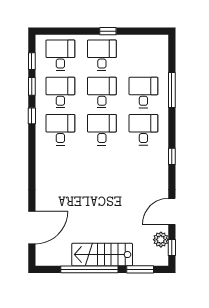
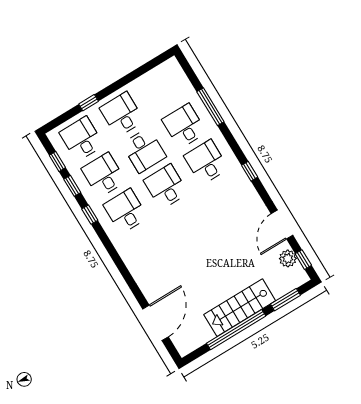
window: (108, 31) -> (89, 103), moved
desk: (102, 92) -> (144, 150), turned 180

